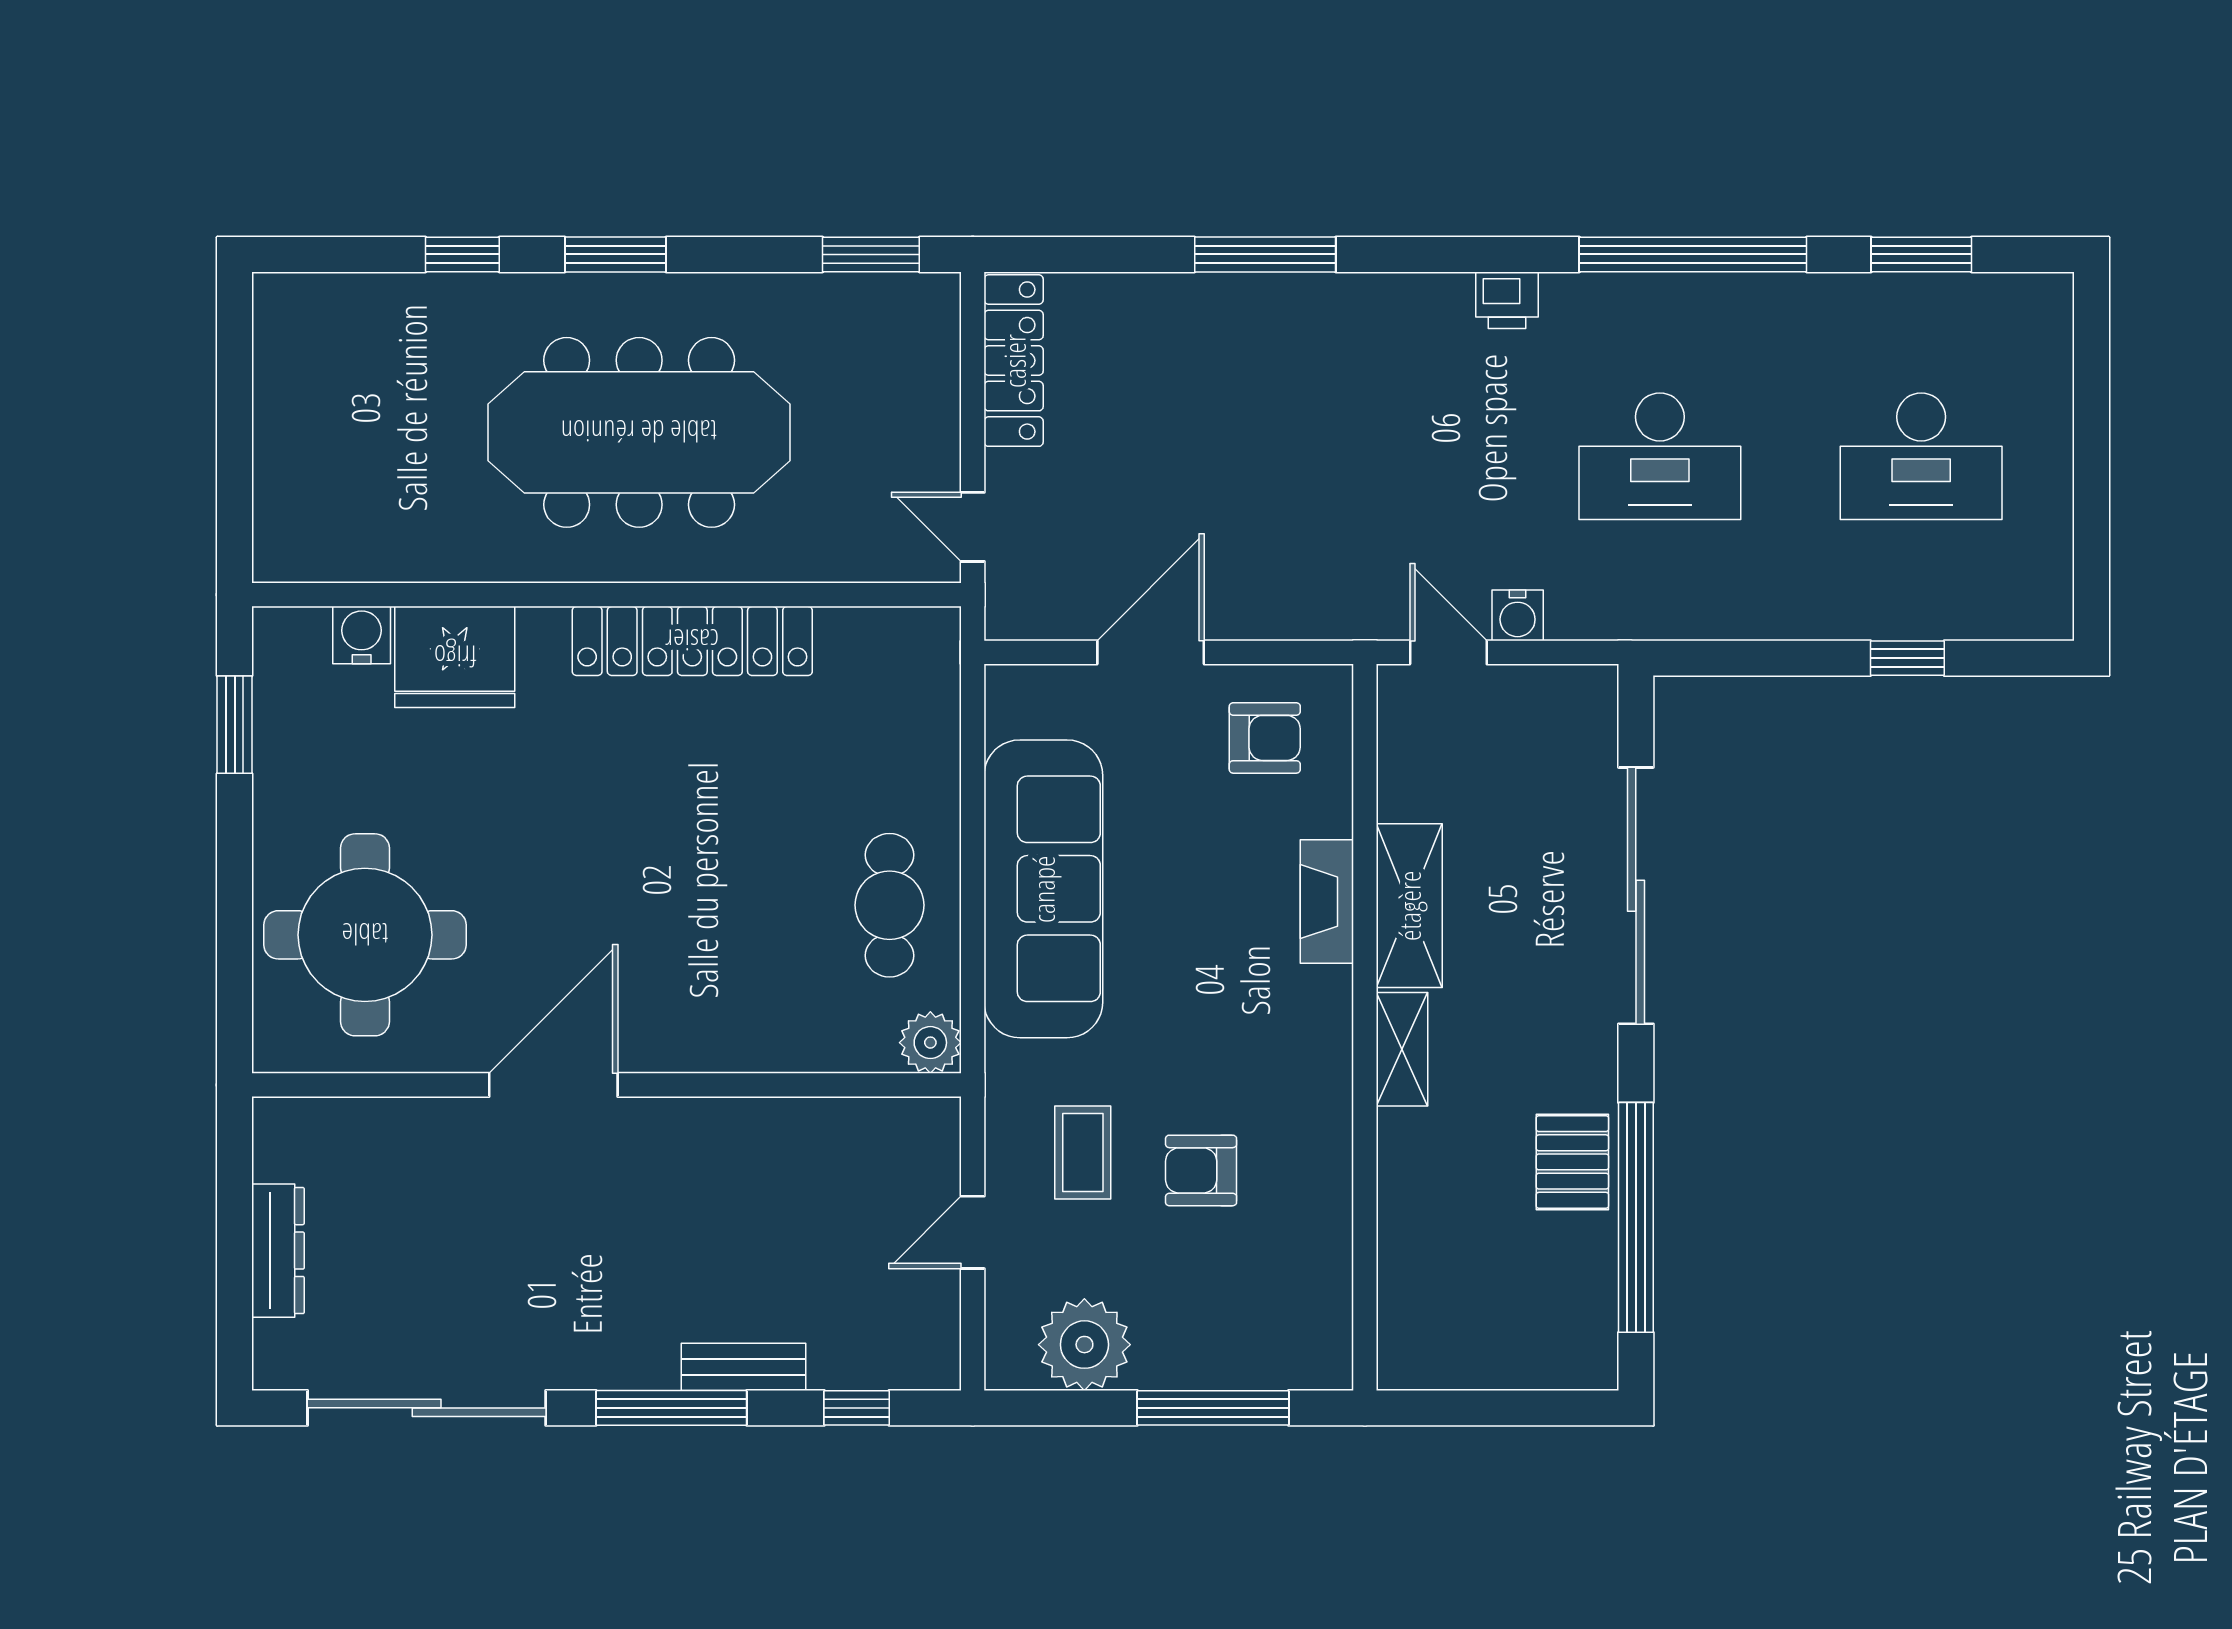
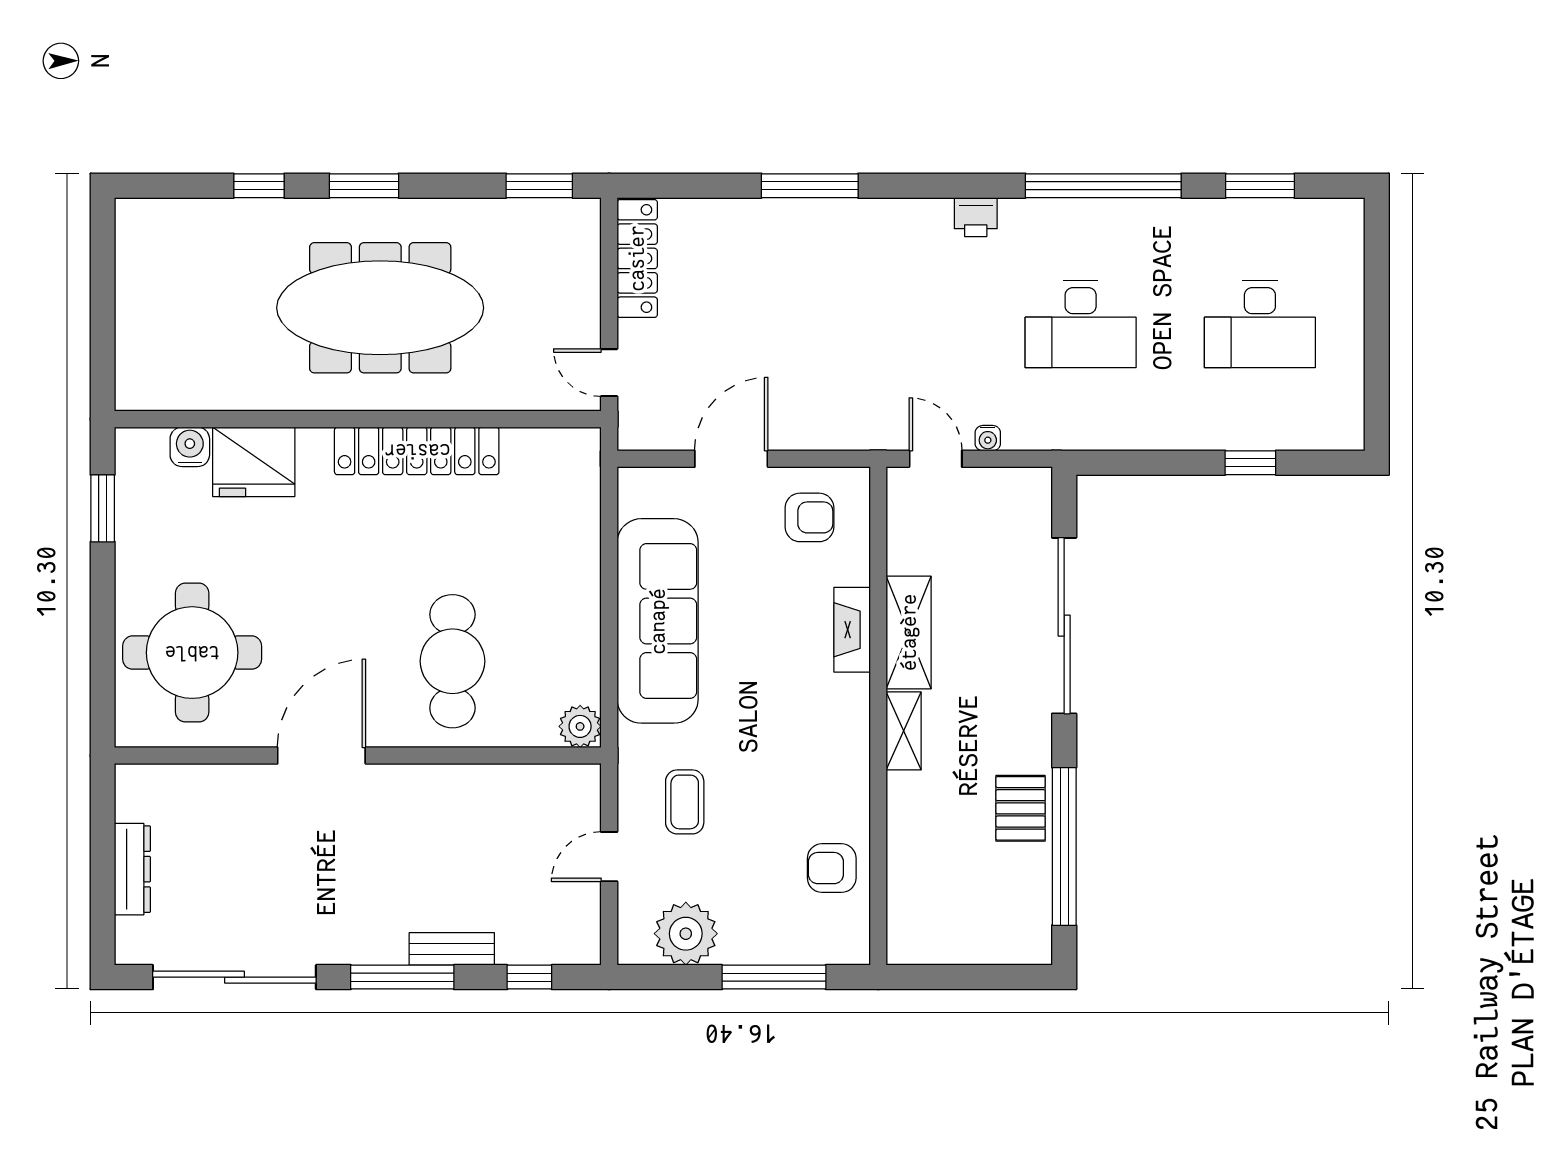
water cooler: (1518, 615) -> (988, 438), width x0.72, depth x0.72
cafe table: (890, 905) -> (452, 661), moved, width x1.37, depth x1.35
armchair: (1201, 1170) -> (832, 868), moved

